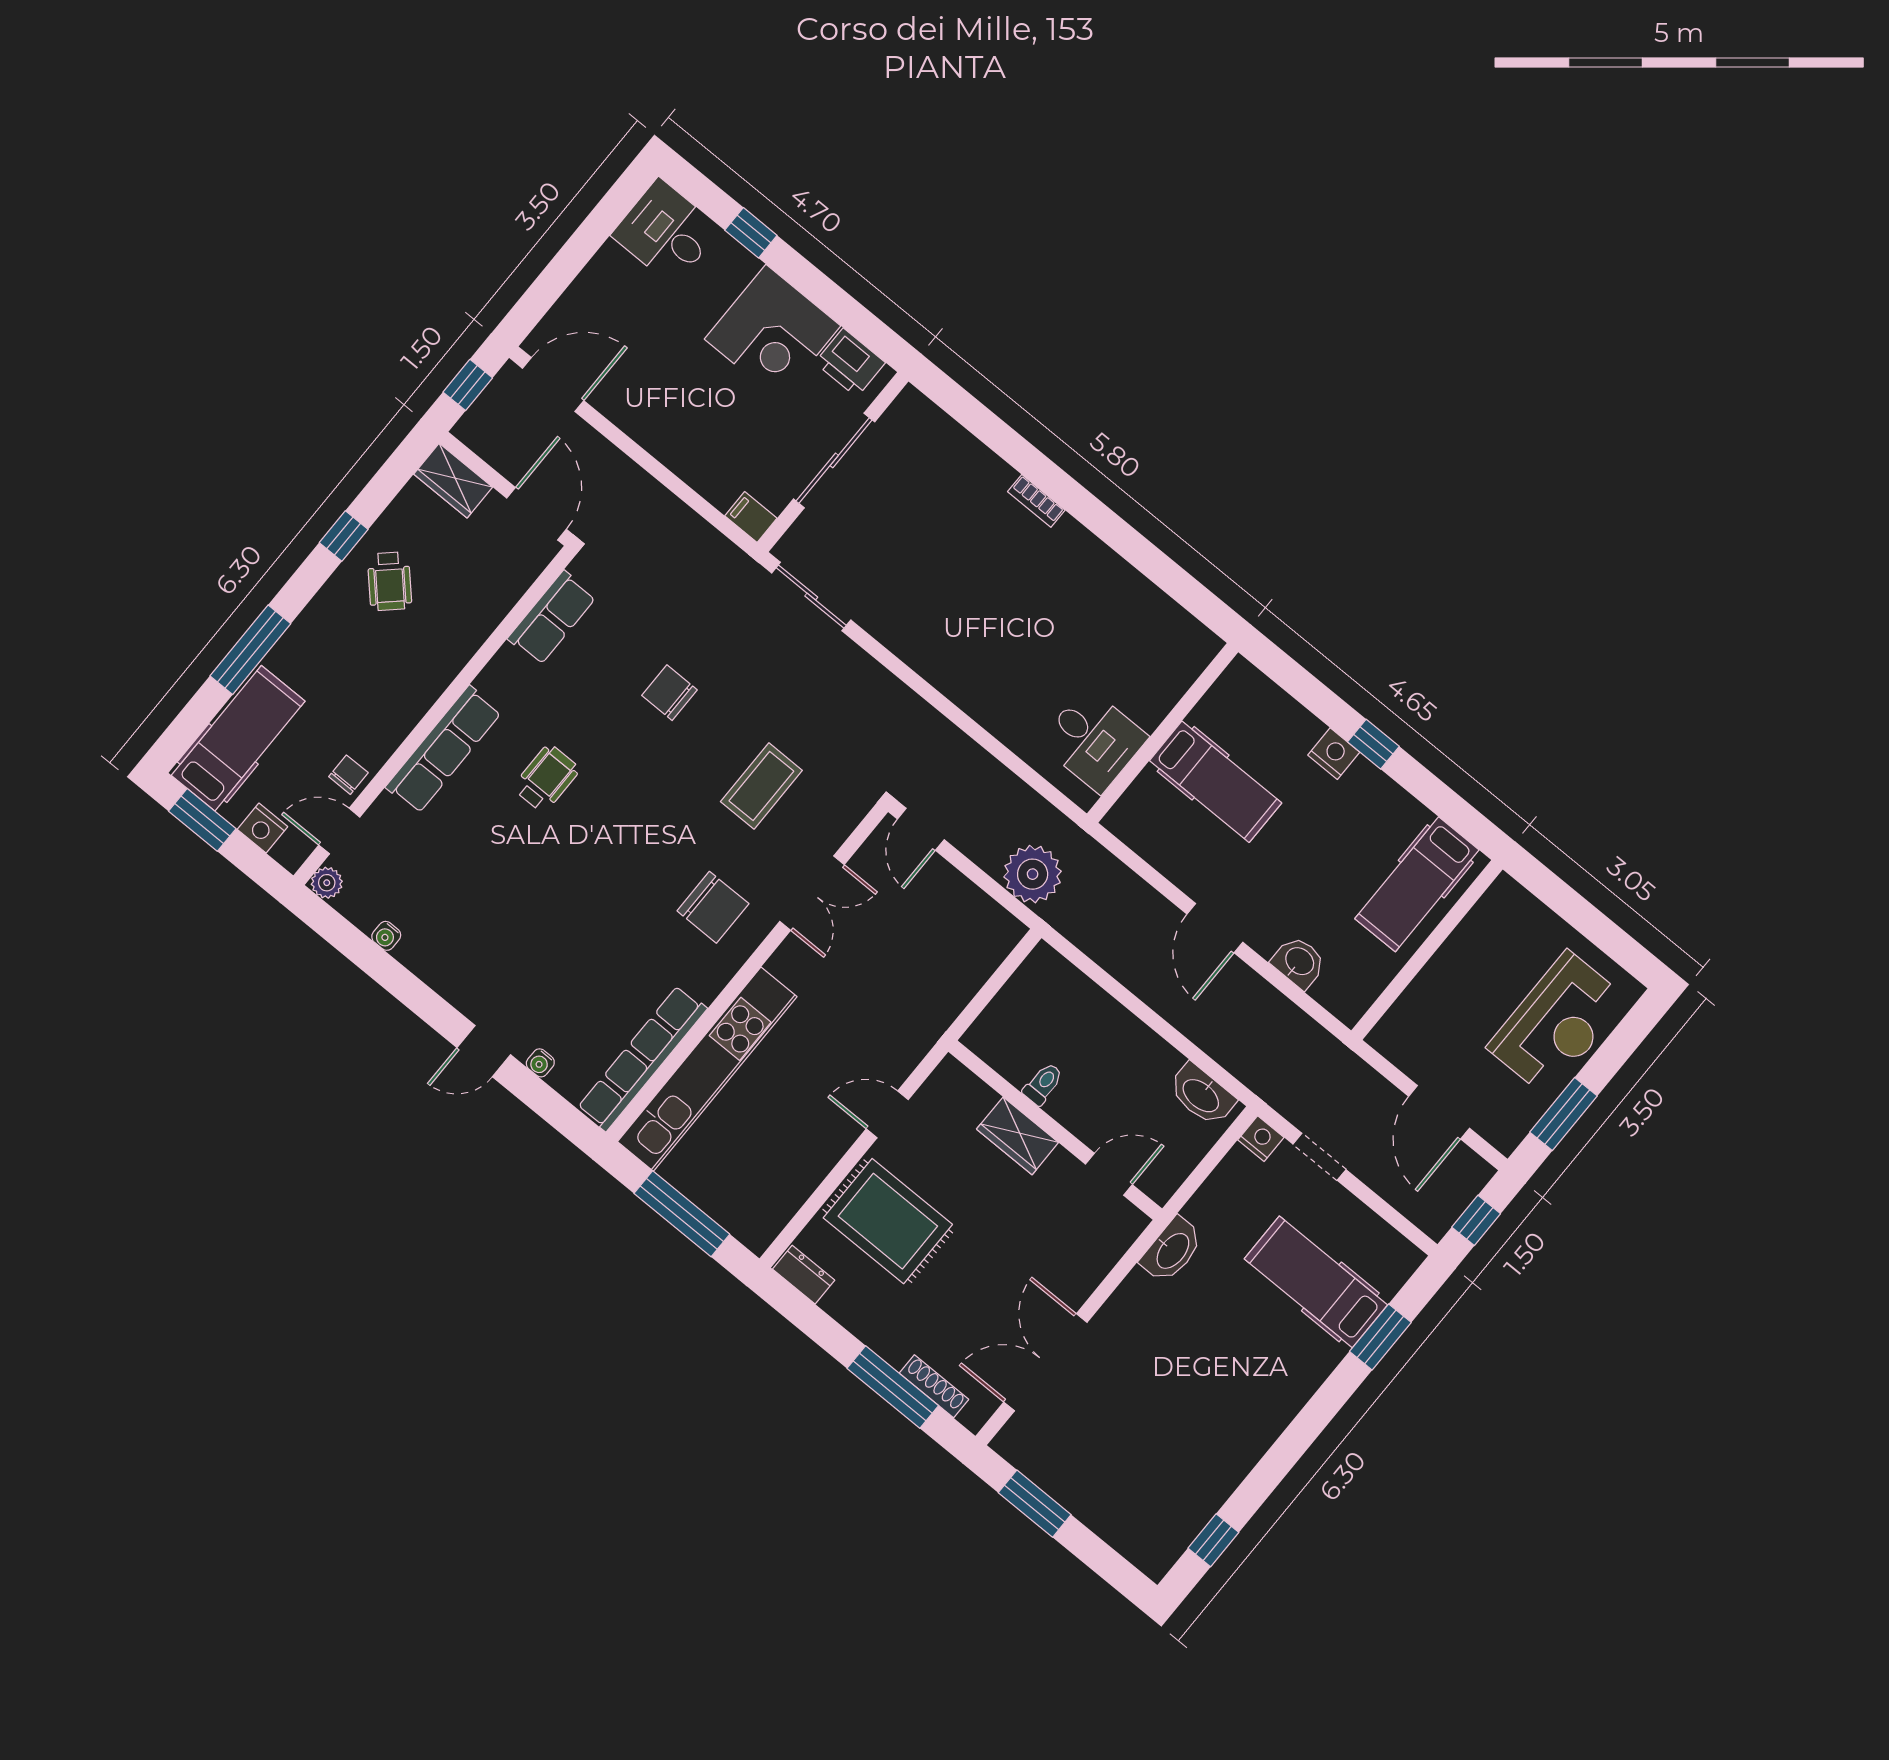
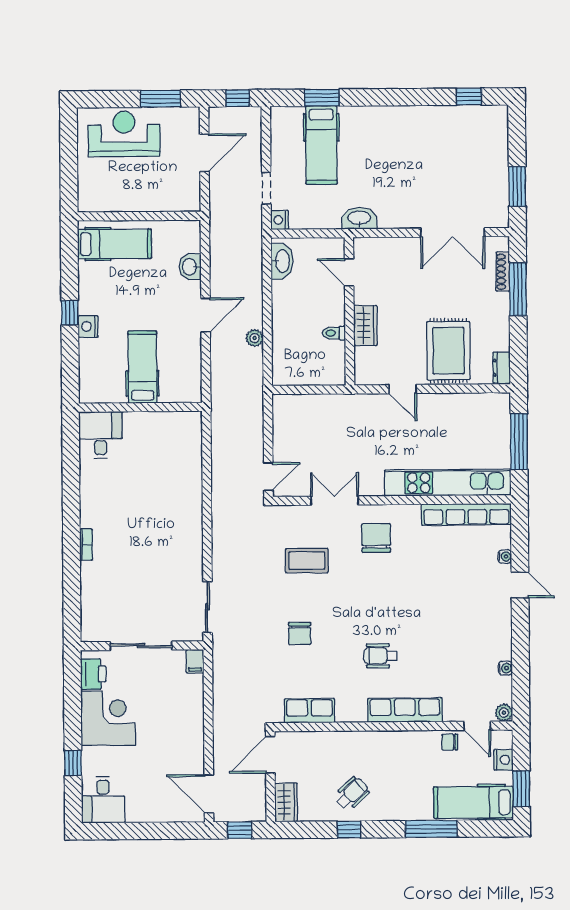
desk: (1093, 740) -> (101, 435), moved
plant: (1033, 874) -> (255, 338), moved, width x0.53, depth x0.53

